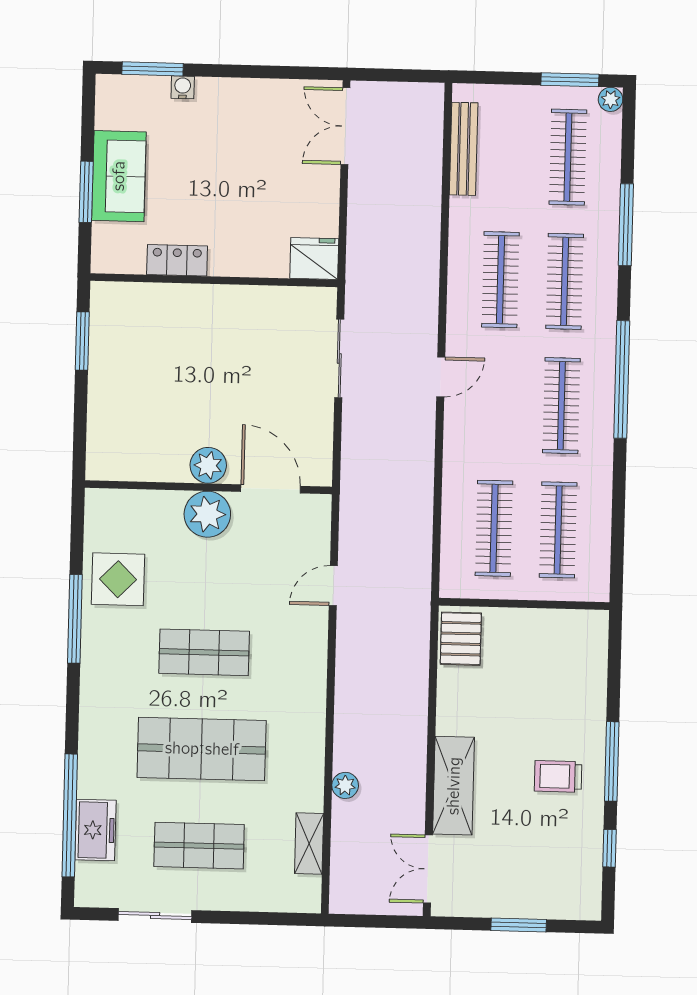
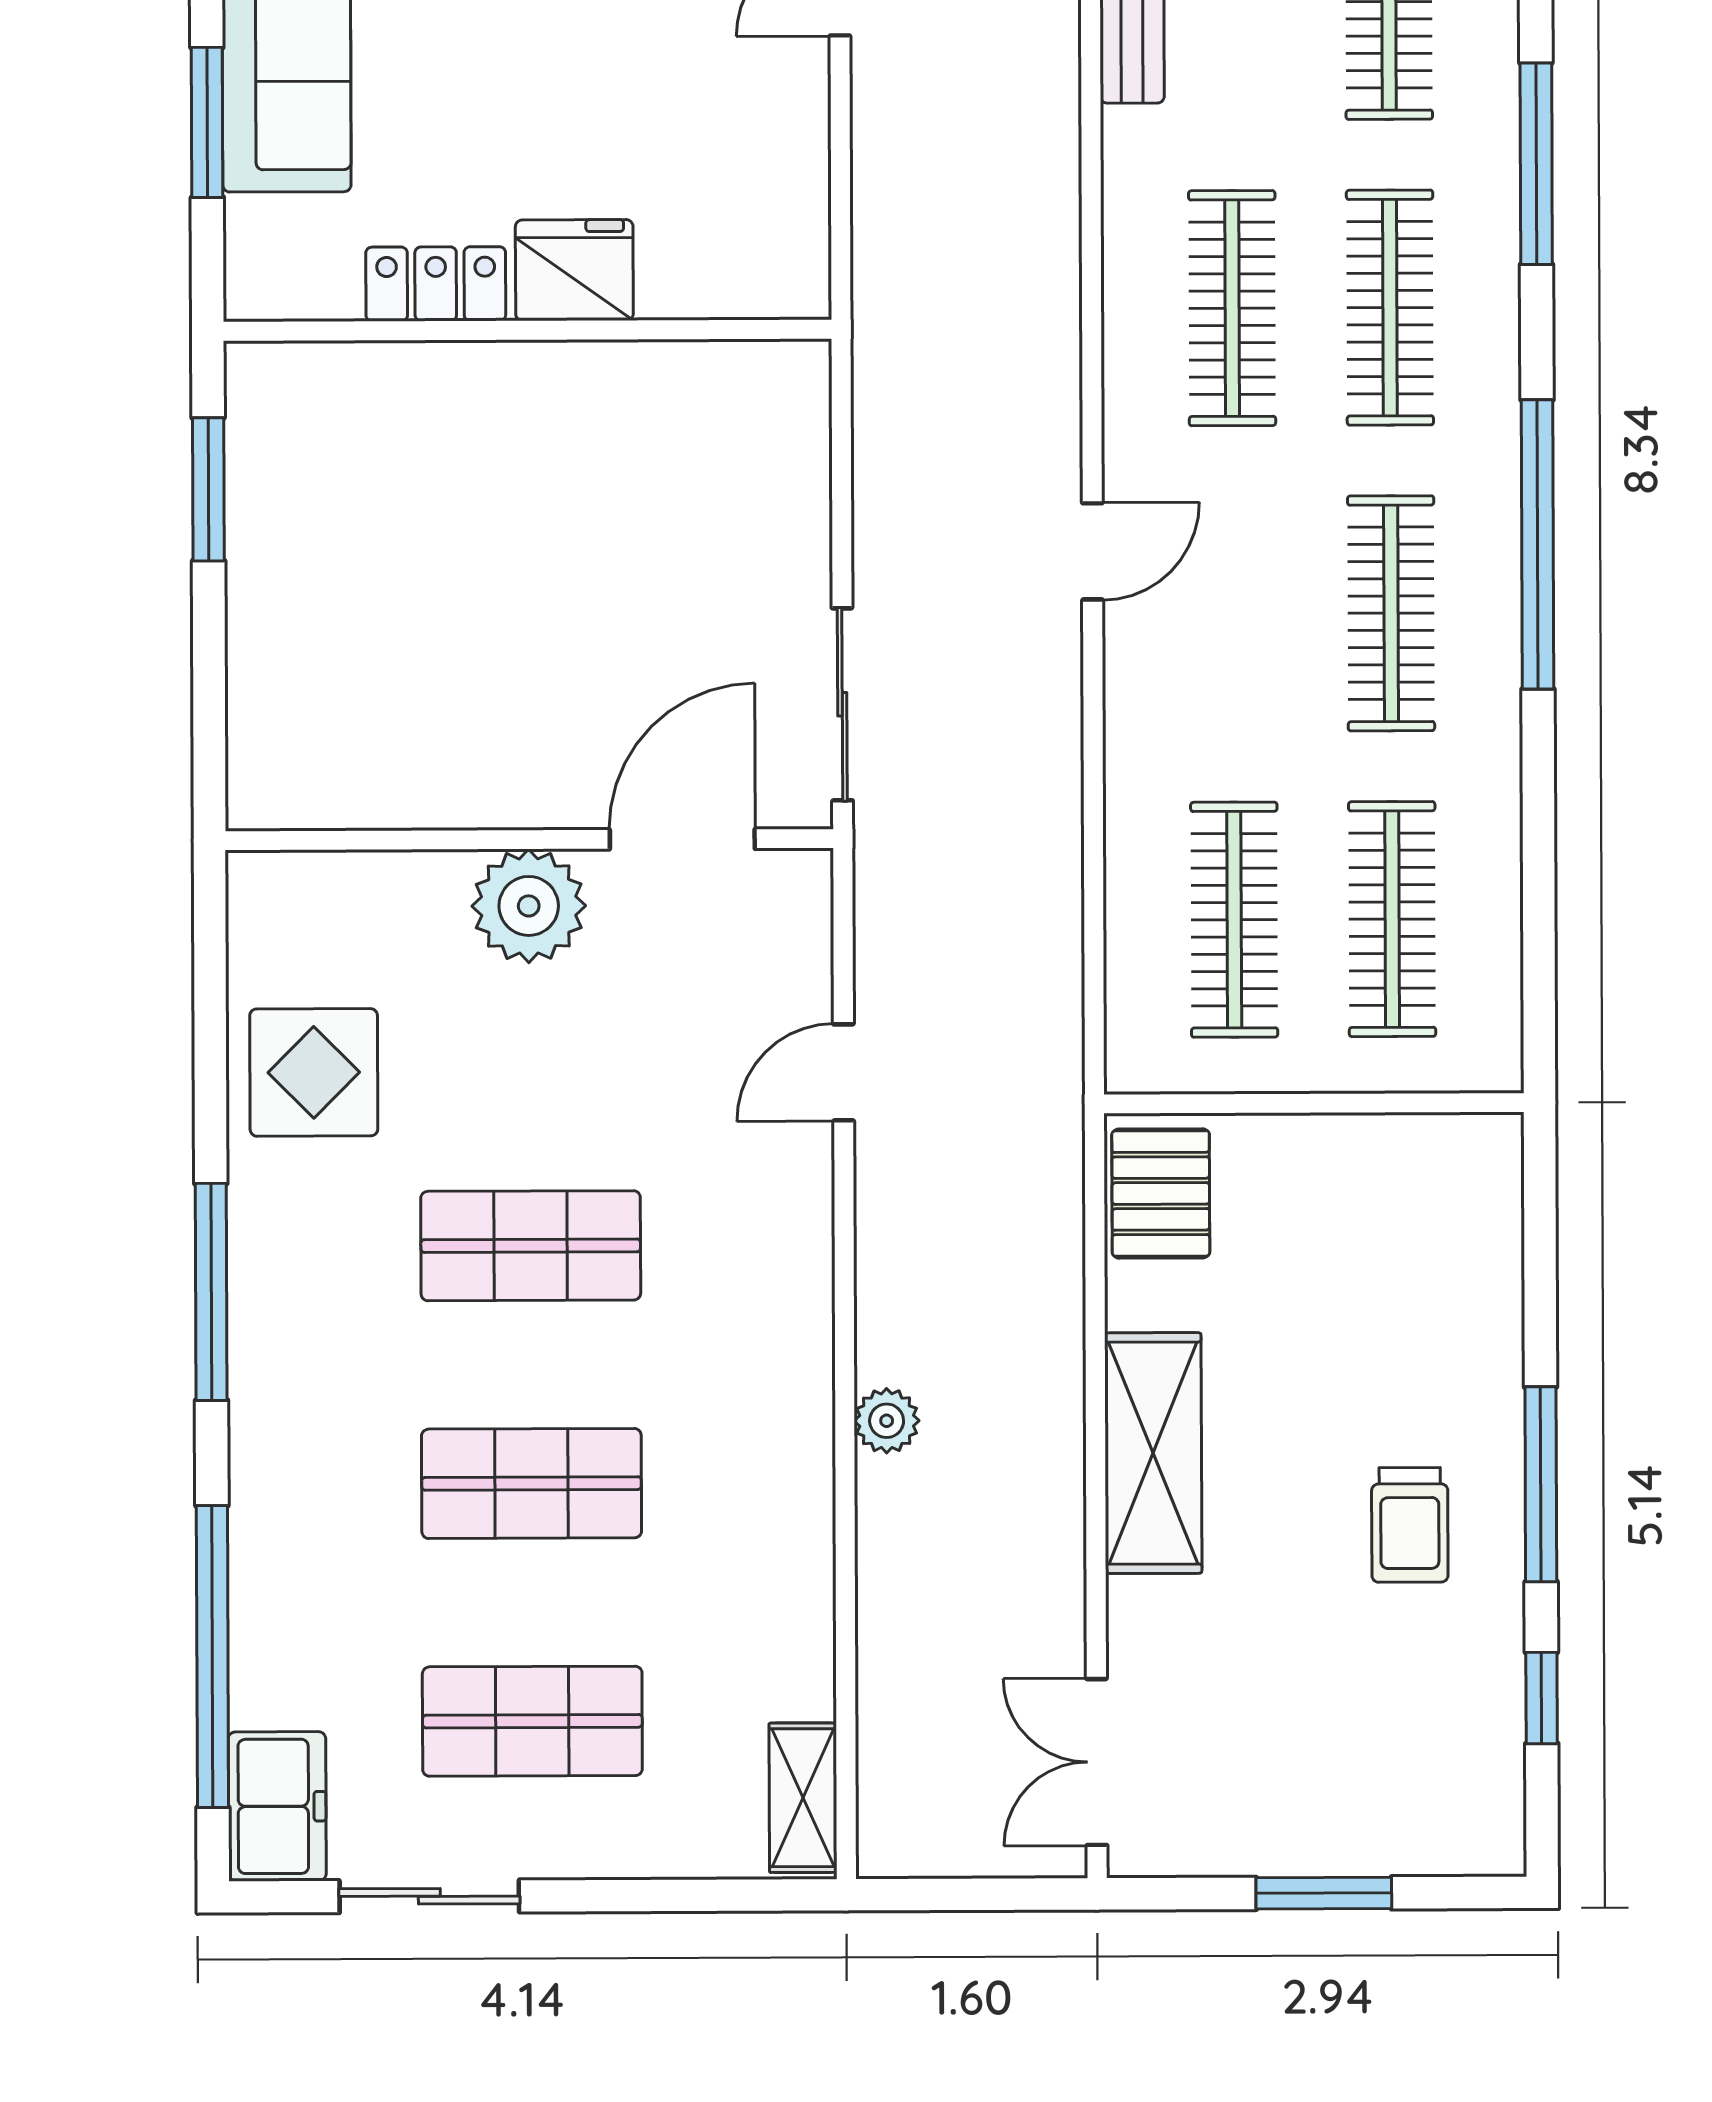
fridge: (314, 258) -> (574, 270), moved
sliding door: (339, 358) -> (842, 704), moved
plant: (208, 465) -> (527, 786), removed
door: (271, 489) -> (682, 839), hinge flipped
window: (75, 619) -> (211, 1292), moved
shop shelf: (202, 749) -> (532, 1483), width x0.70, depth x0.74
trolley: (558, 776) -> (1410, 1525), turned -90
plant: (345, 785) -> (887, 1421), moved
shelving: (454, 786) -> (1153, 1453), moved
freezer: (96, 830) -> (277, 1806), moved
shelving: (309, 843) -> (803, 1798), moved

